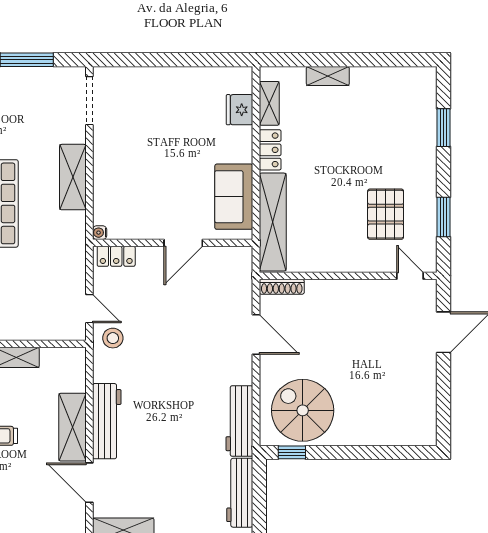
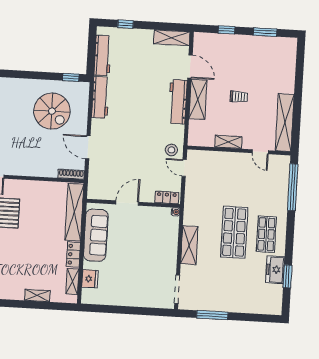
sofa: (234, 197) -> (96, 235), width x1.36
spiral stairs: (303, 410) -> (52, 111), moved

